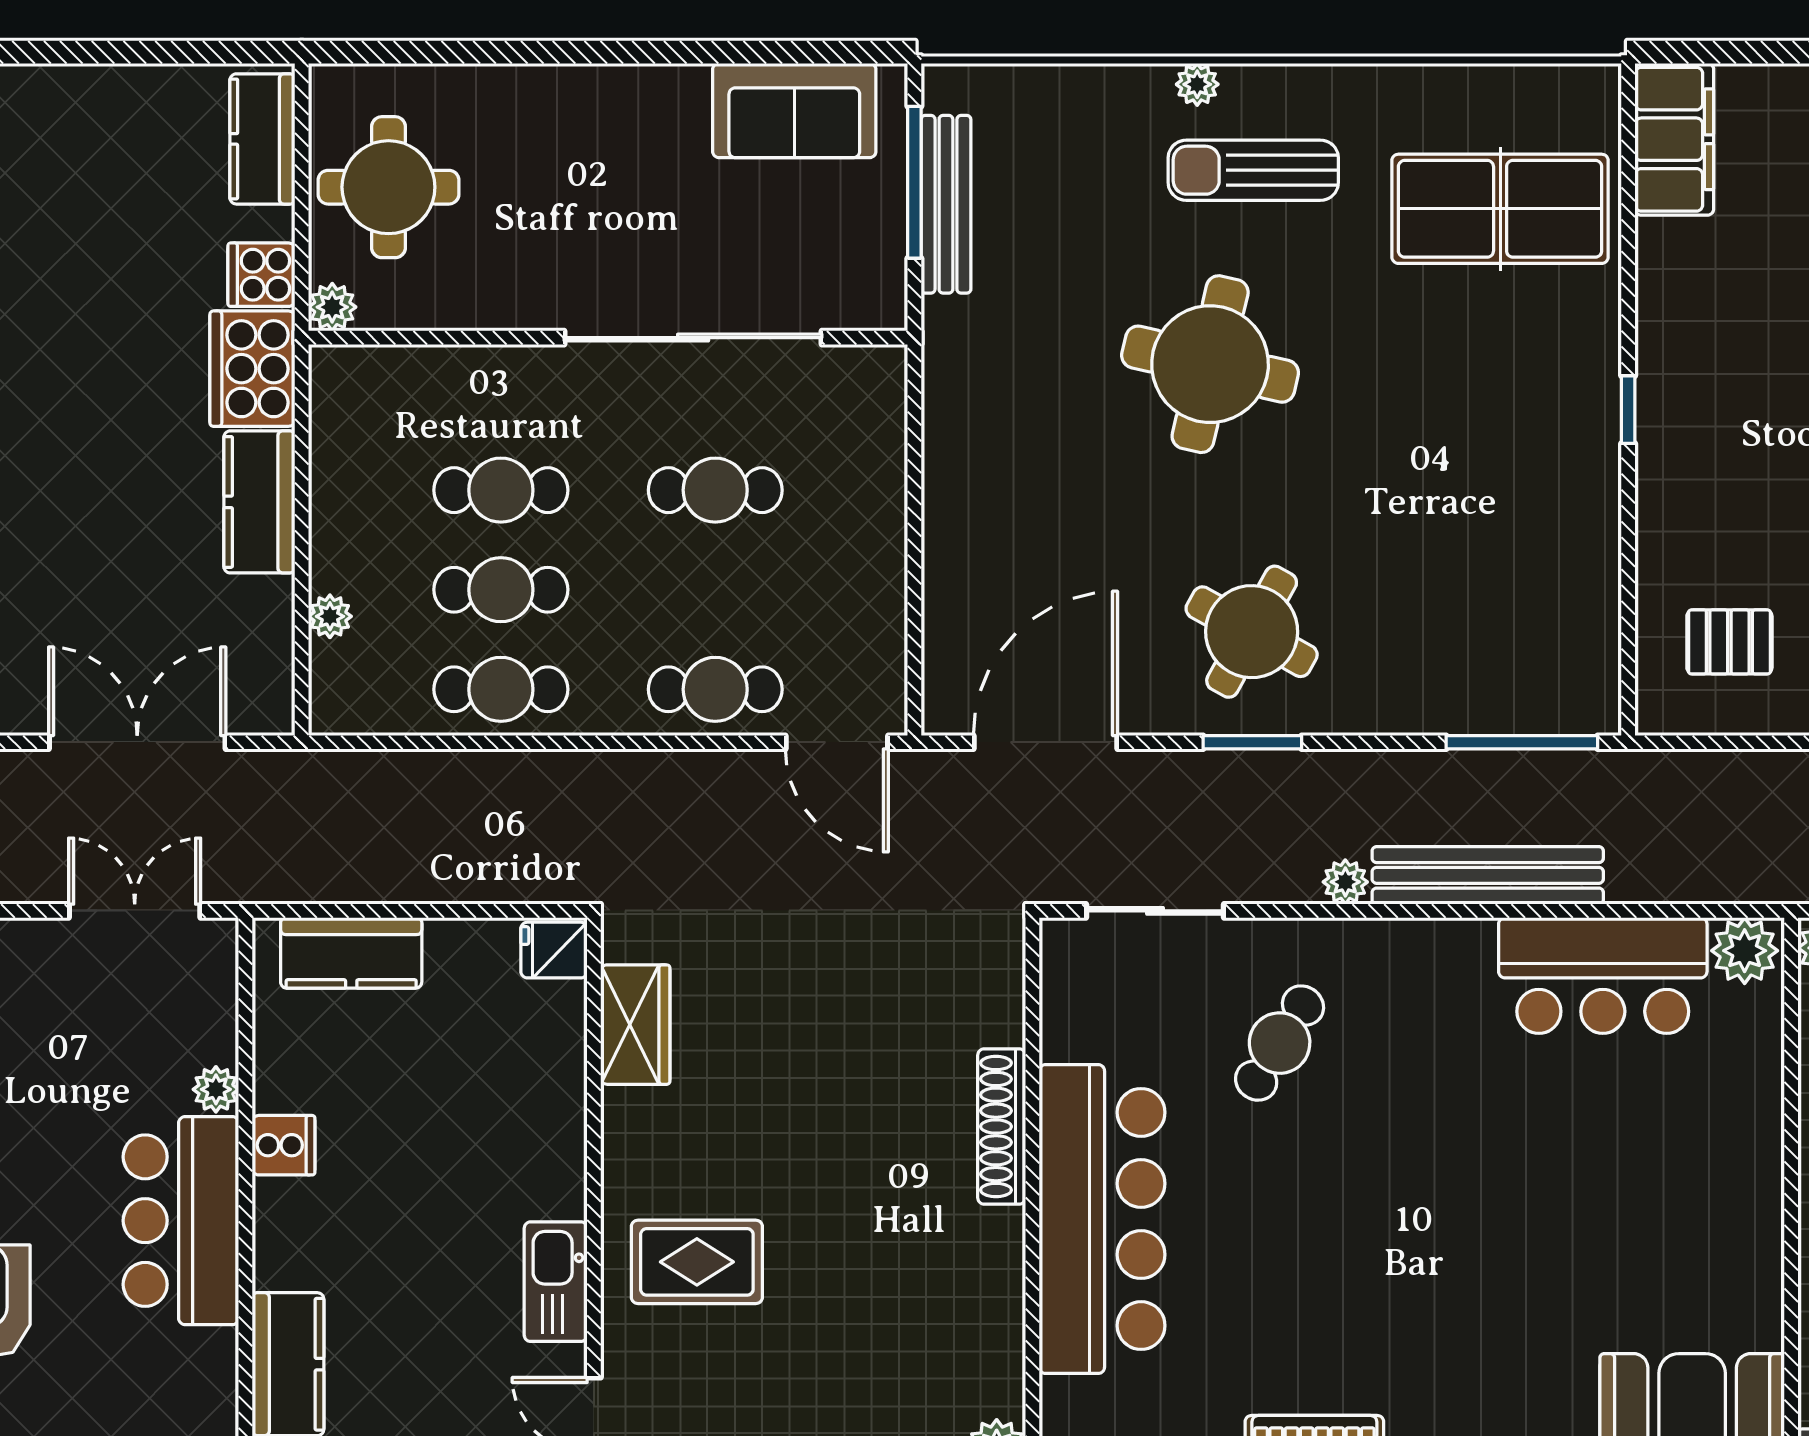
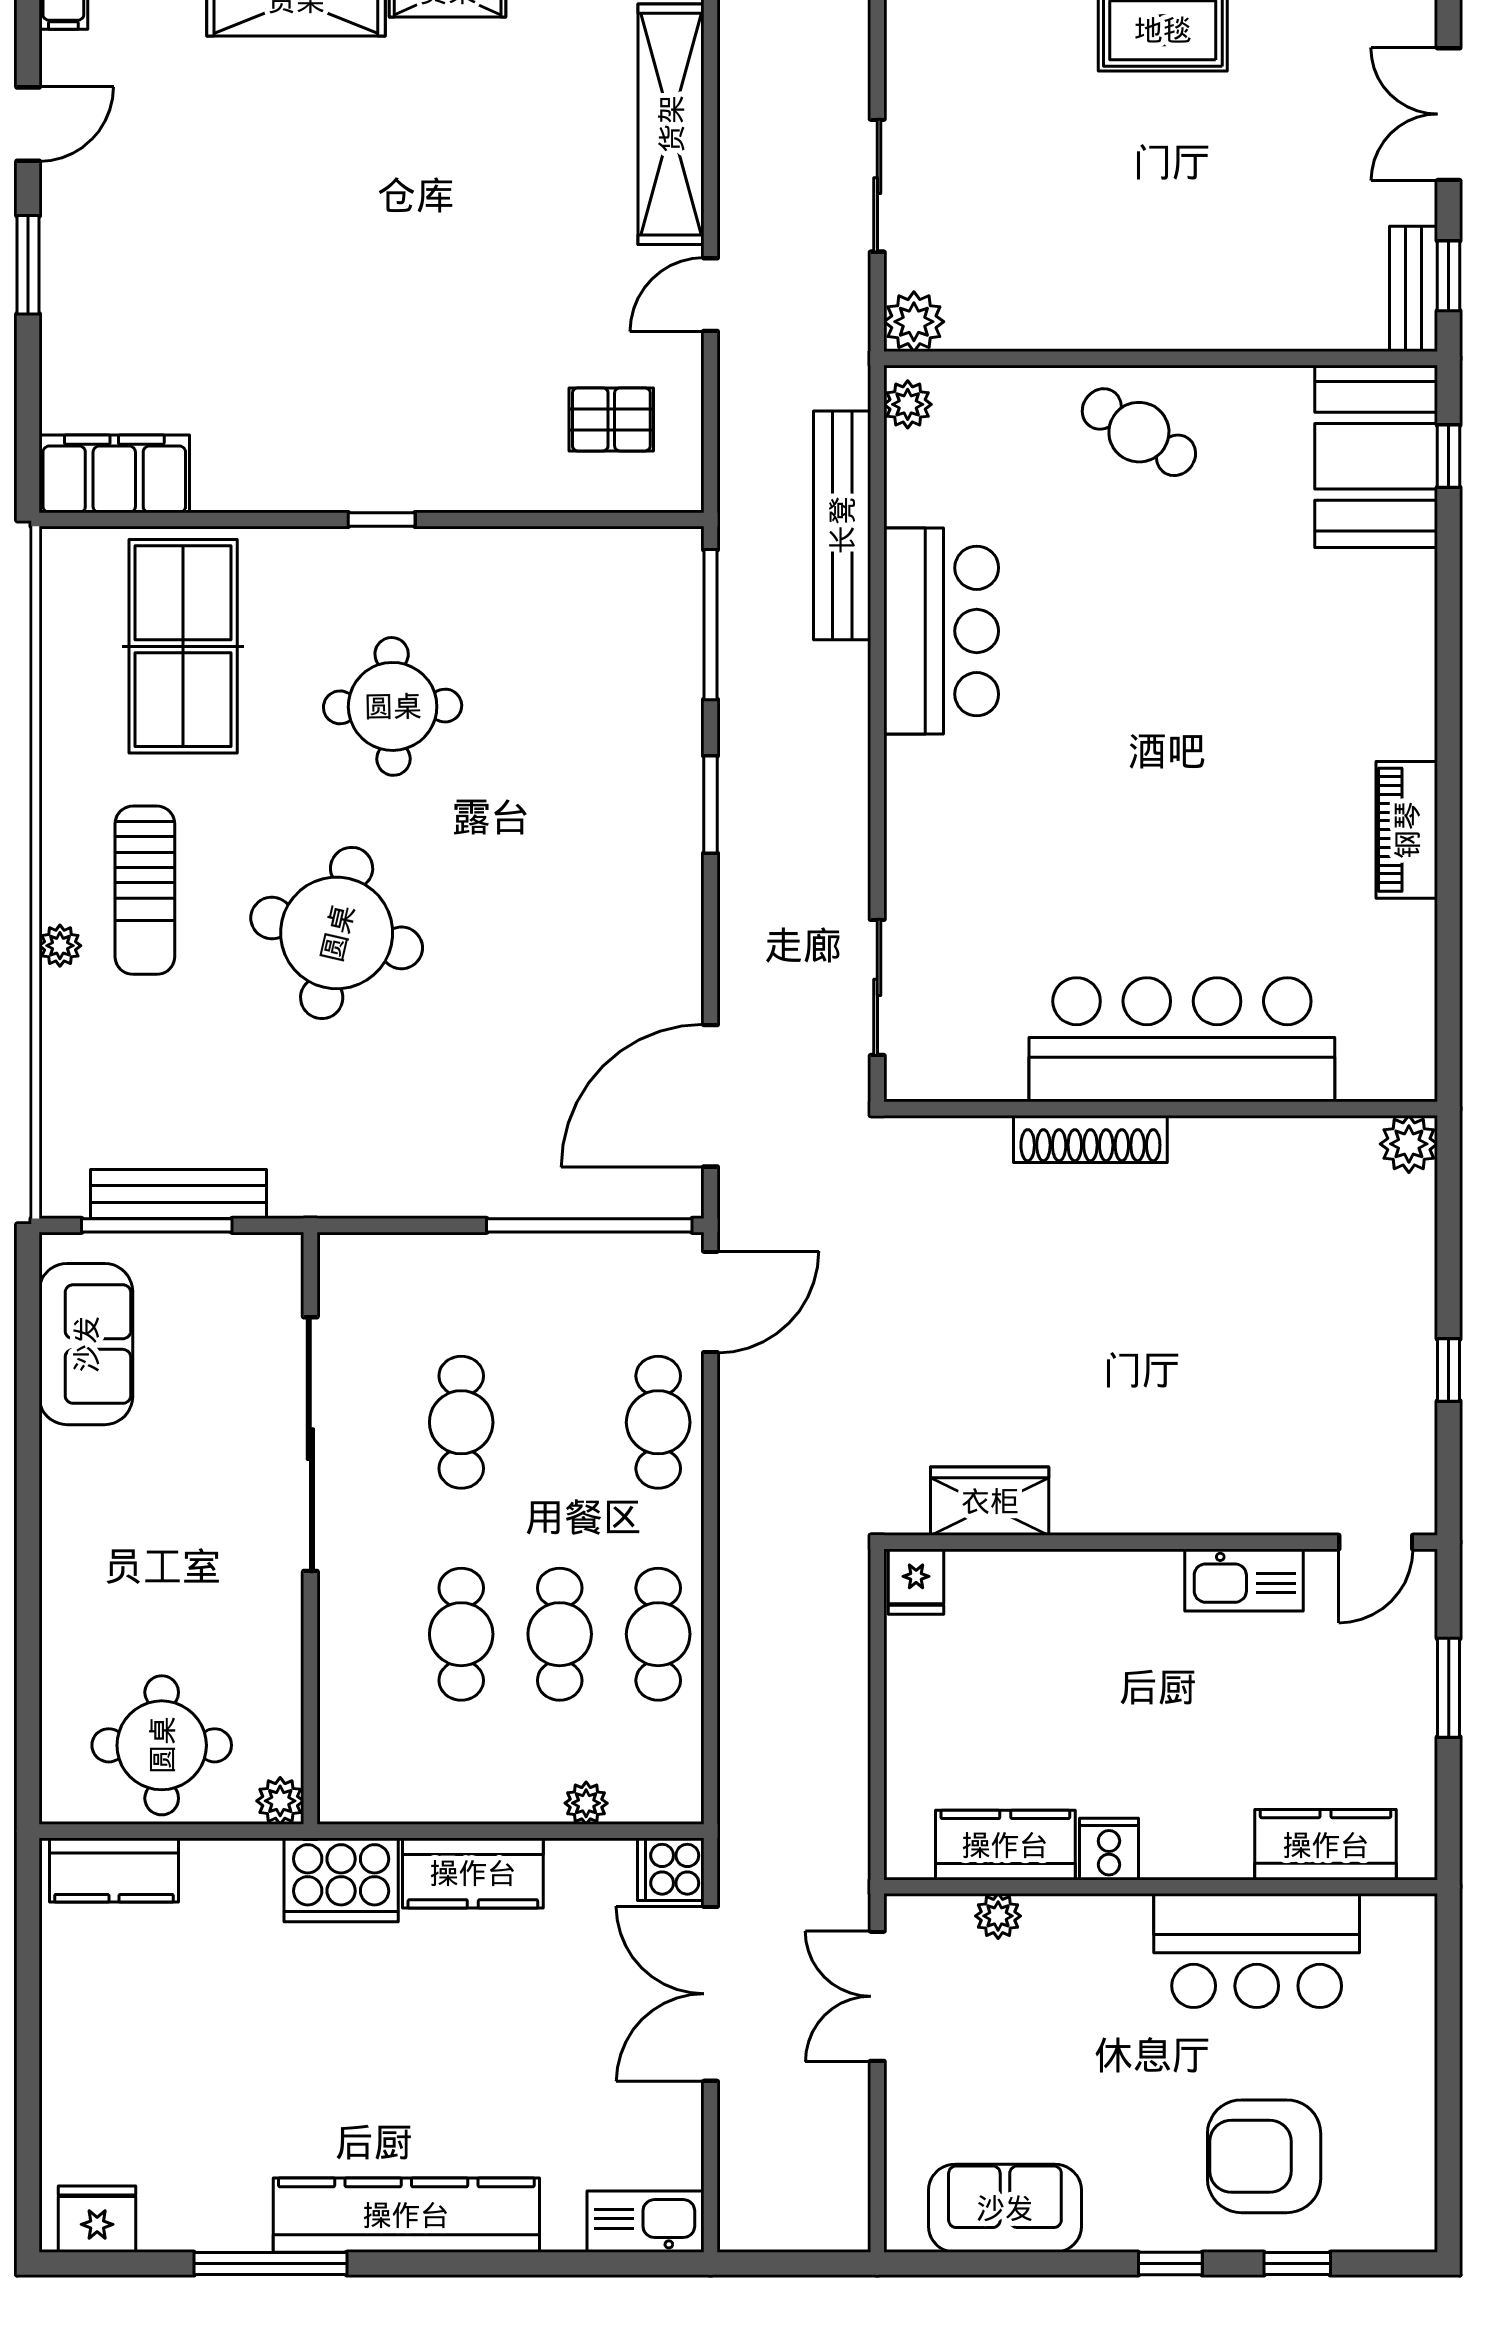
cooker: (261, 275) -> (671, 1869), moved, turned 90
window: (914, 620) -> (589, 1225), added
round table: (1252, 632) -> (393, 706), moved, turned -30
pallet: (1729, 642) -> (611, 419), turned 90
door: (1045, 742) -> (711, 1096), hinge flipped
window: (1252, 742) -> (711, 804), moved
bench: (1488, 875) -> (842, 525), moved
plant: (1345, 882) -> (849, 799), removed
plant: (1745, 951) -> (908, 404), width x0.73, depth x0.73
kitchen counter: (351, 953) -> (1005, 1845), moved, turned -90
bar counter: (1603, 976) -> (941, 631), moved
cafe table: (1280, 1043) -> (1139, 432), moved
plant: (216, 1089) -> (998, 1916), moved
bar counter: (181, 1221) -> (1257, 1950), moved
rug: (697, 1262) -> (1224, 1440), removed

